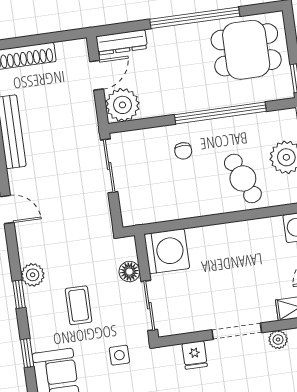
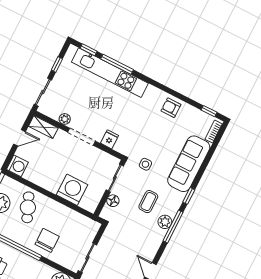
chair: (183, 151) -> (47, 240), width x1.87, depth x1.87
washing machine: (167, 251) -> (72, 190), moved, turned 90
plant: (33, 275) -> (165, 222), moved
window: (19, 294) -> (173, 227), width x2.17

